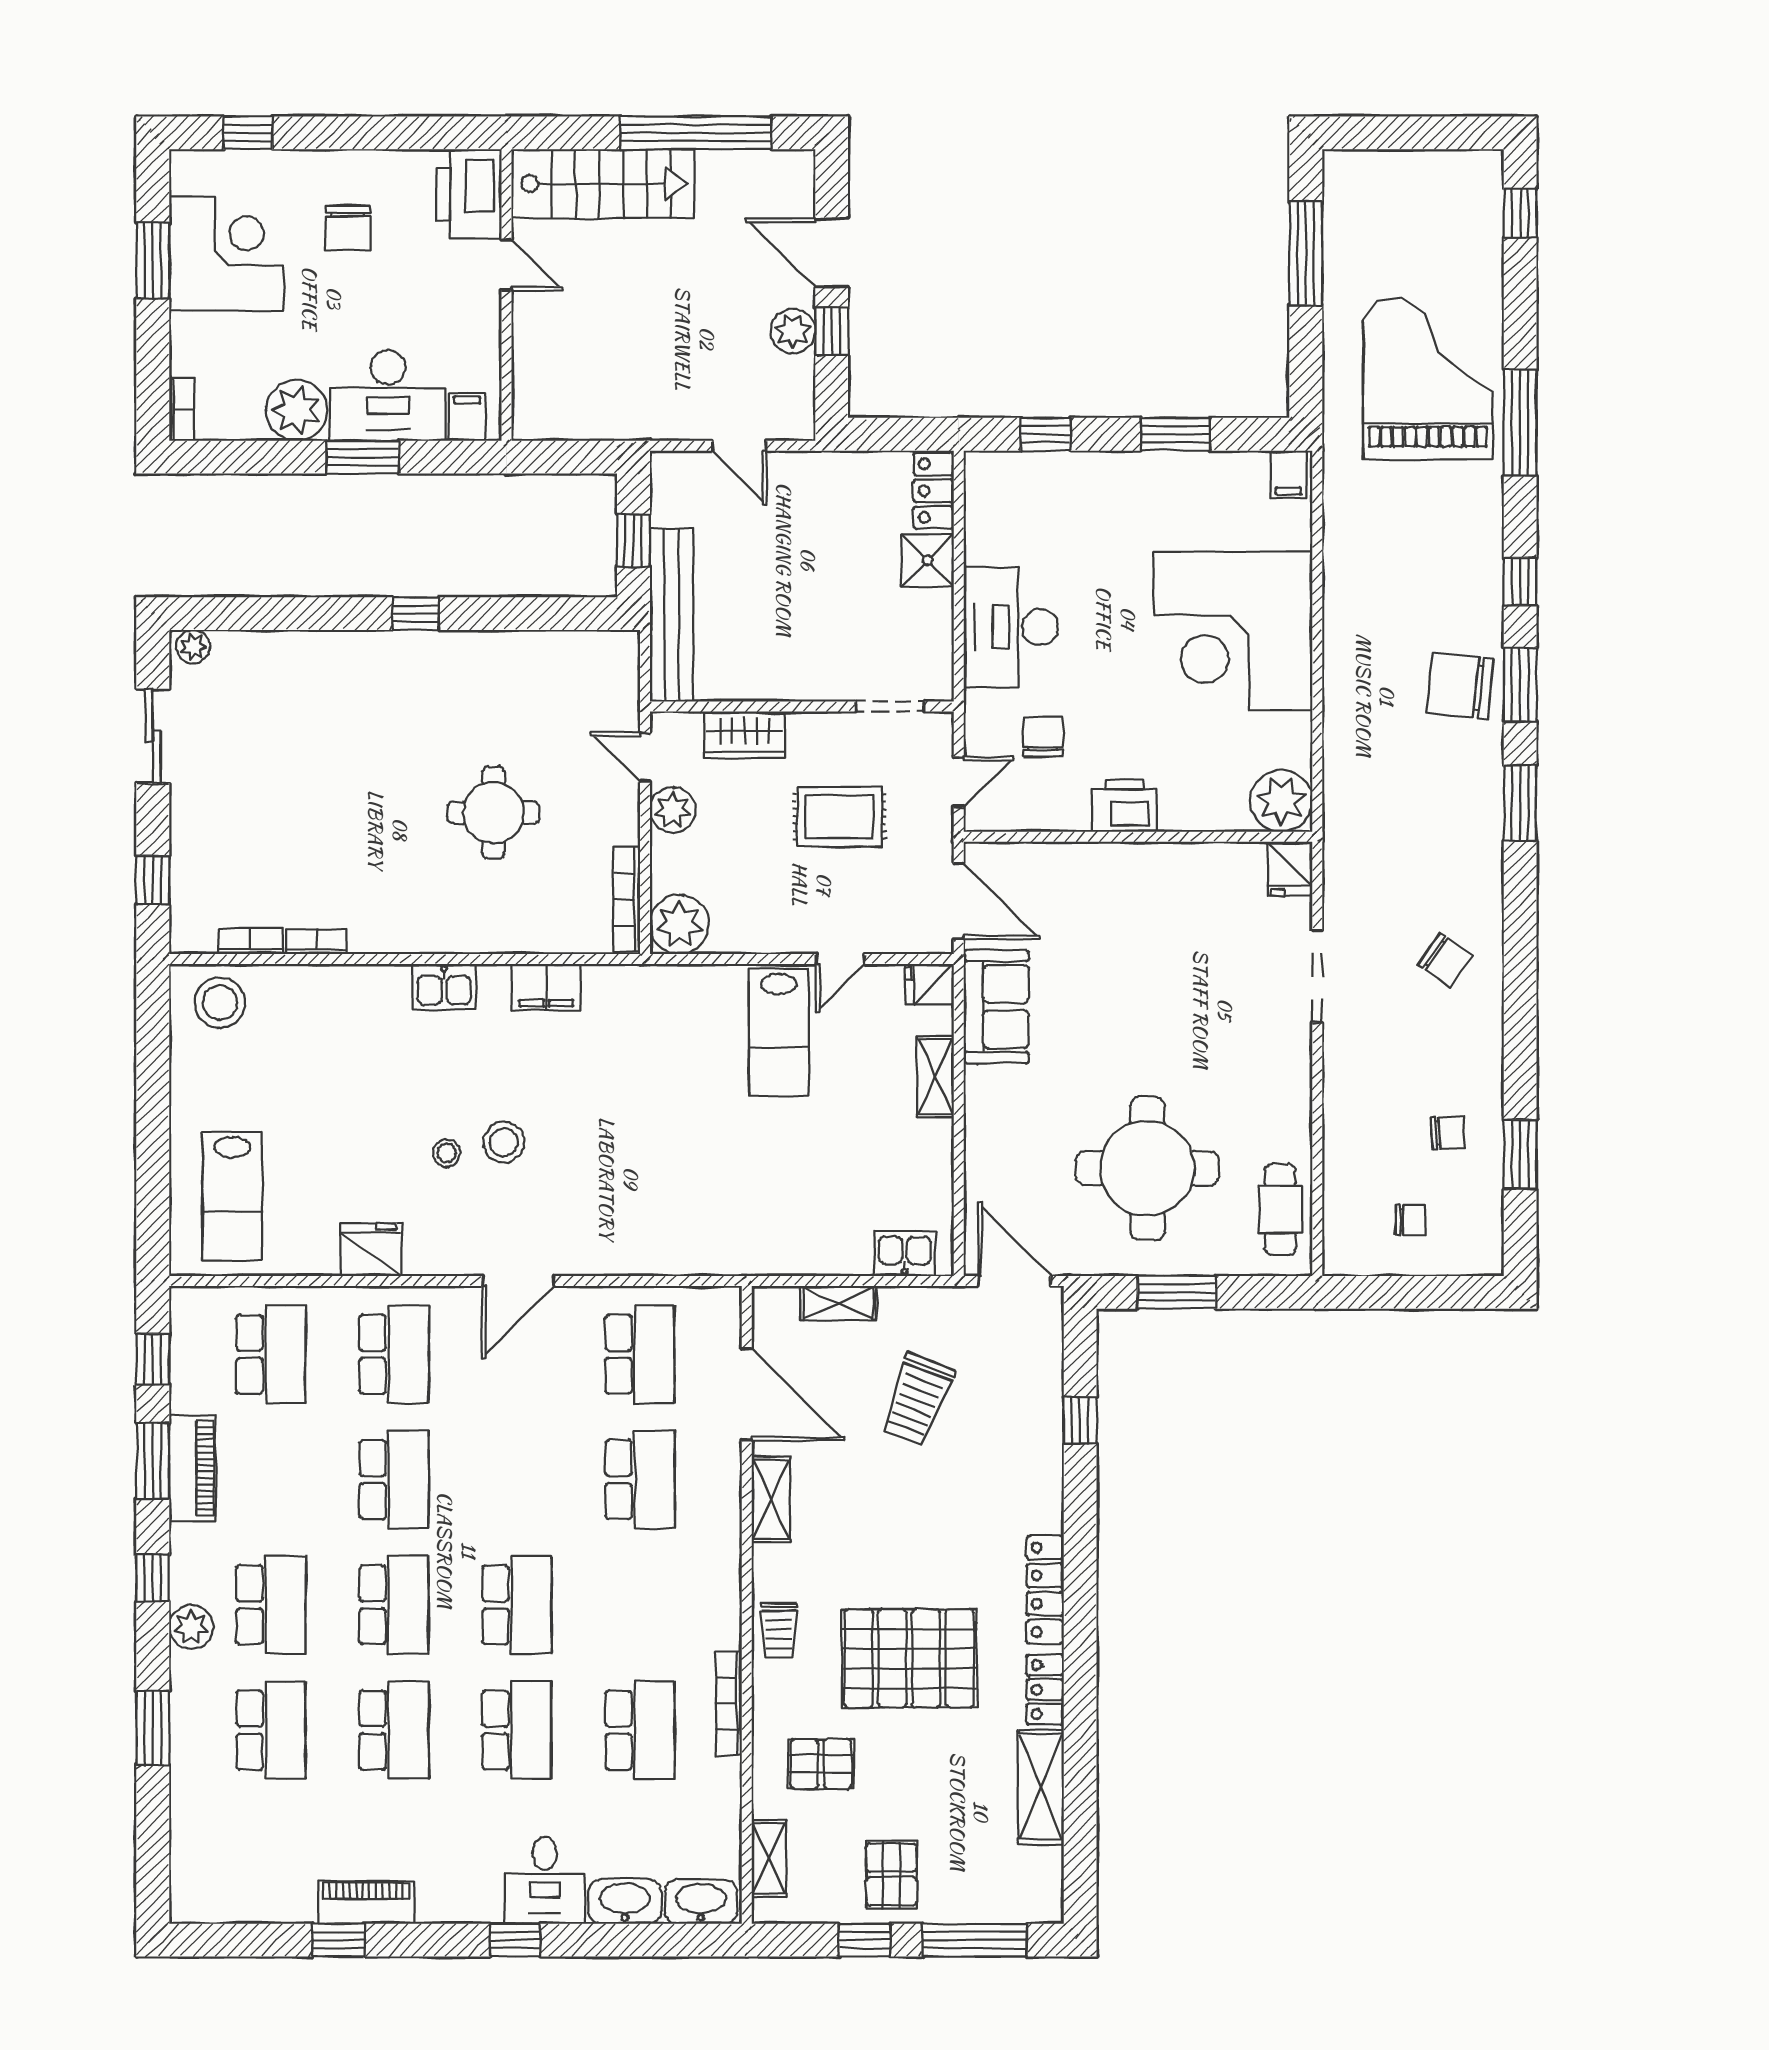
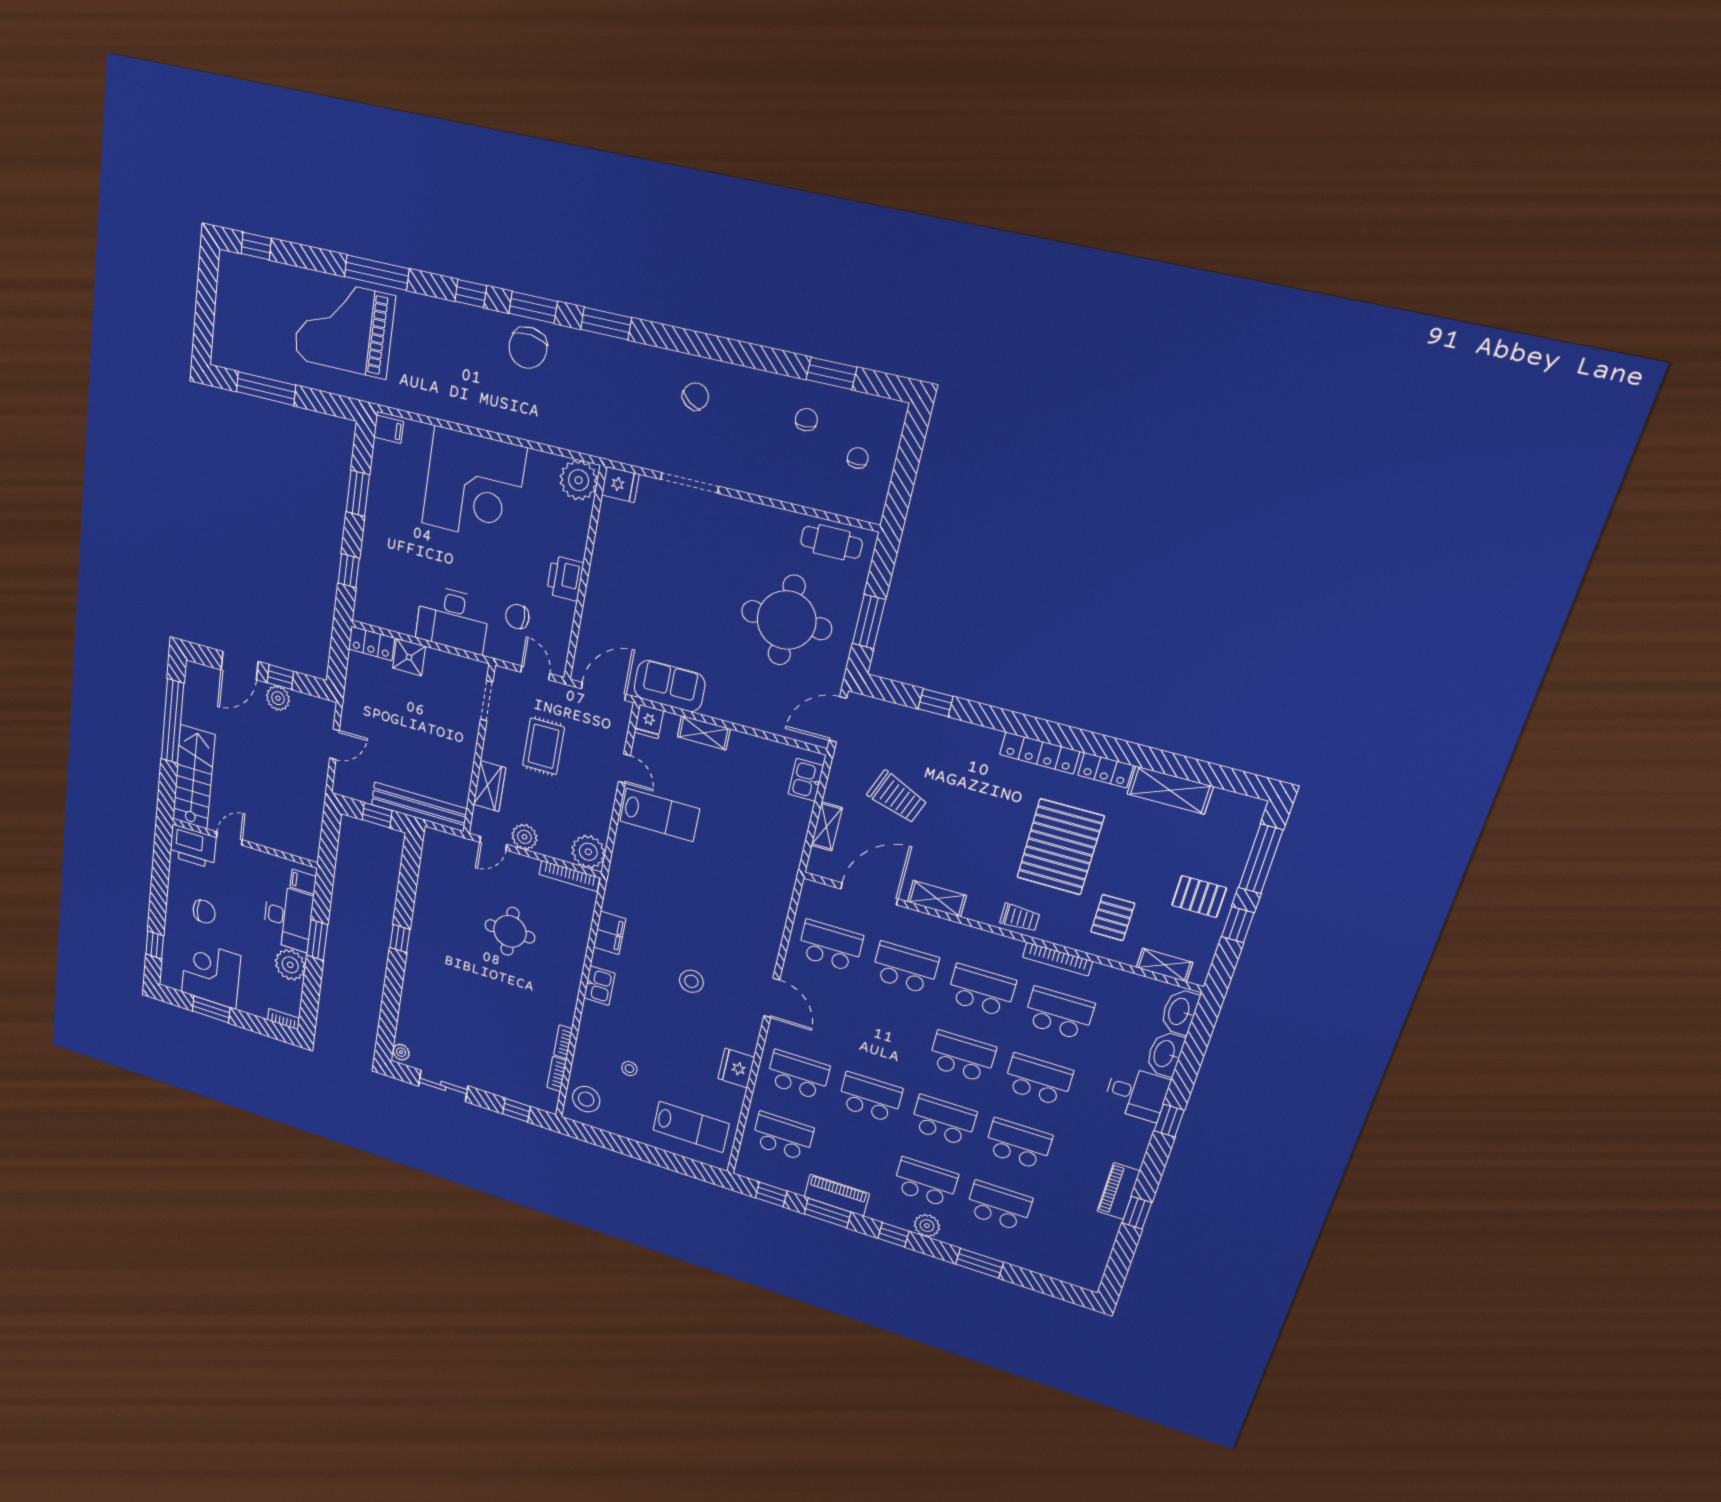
stool: (447, 1153) -> (629, 1069), moved
school desk: (640, 1605) -> (981, 990), added

